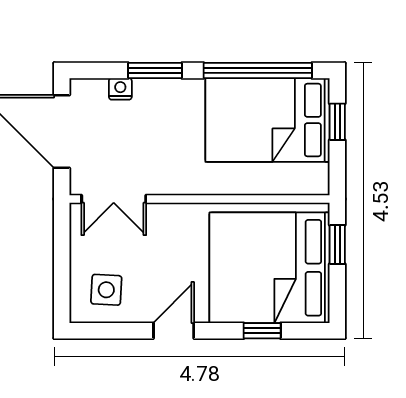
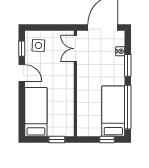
bed: (267, 120) -> (113, 111), width x0.67
bed: (269, 268) -> (36, 112), width x0.49
window: (262, 331) -> (22, 49), moved

